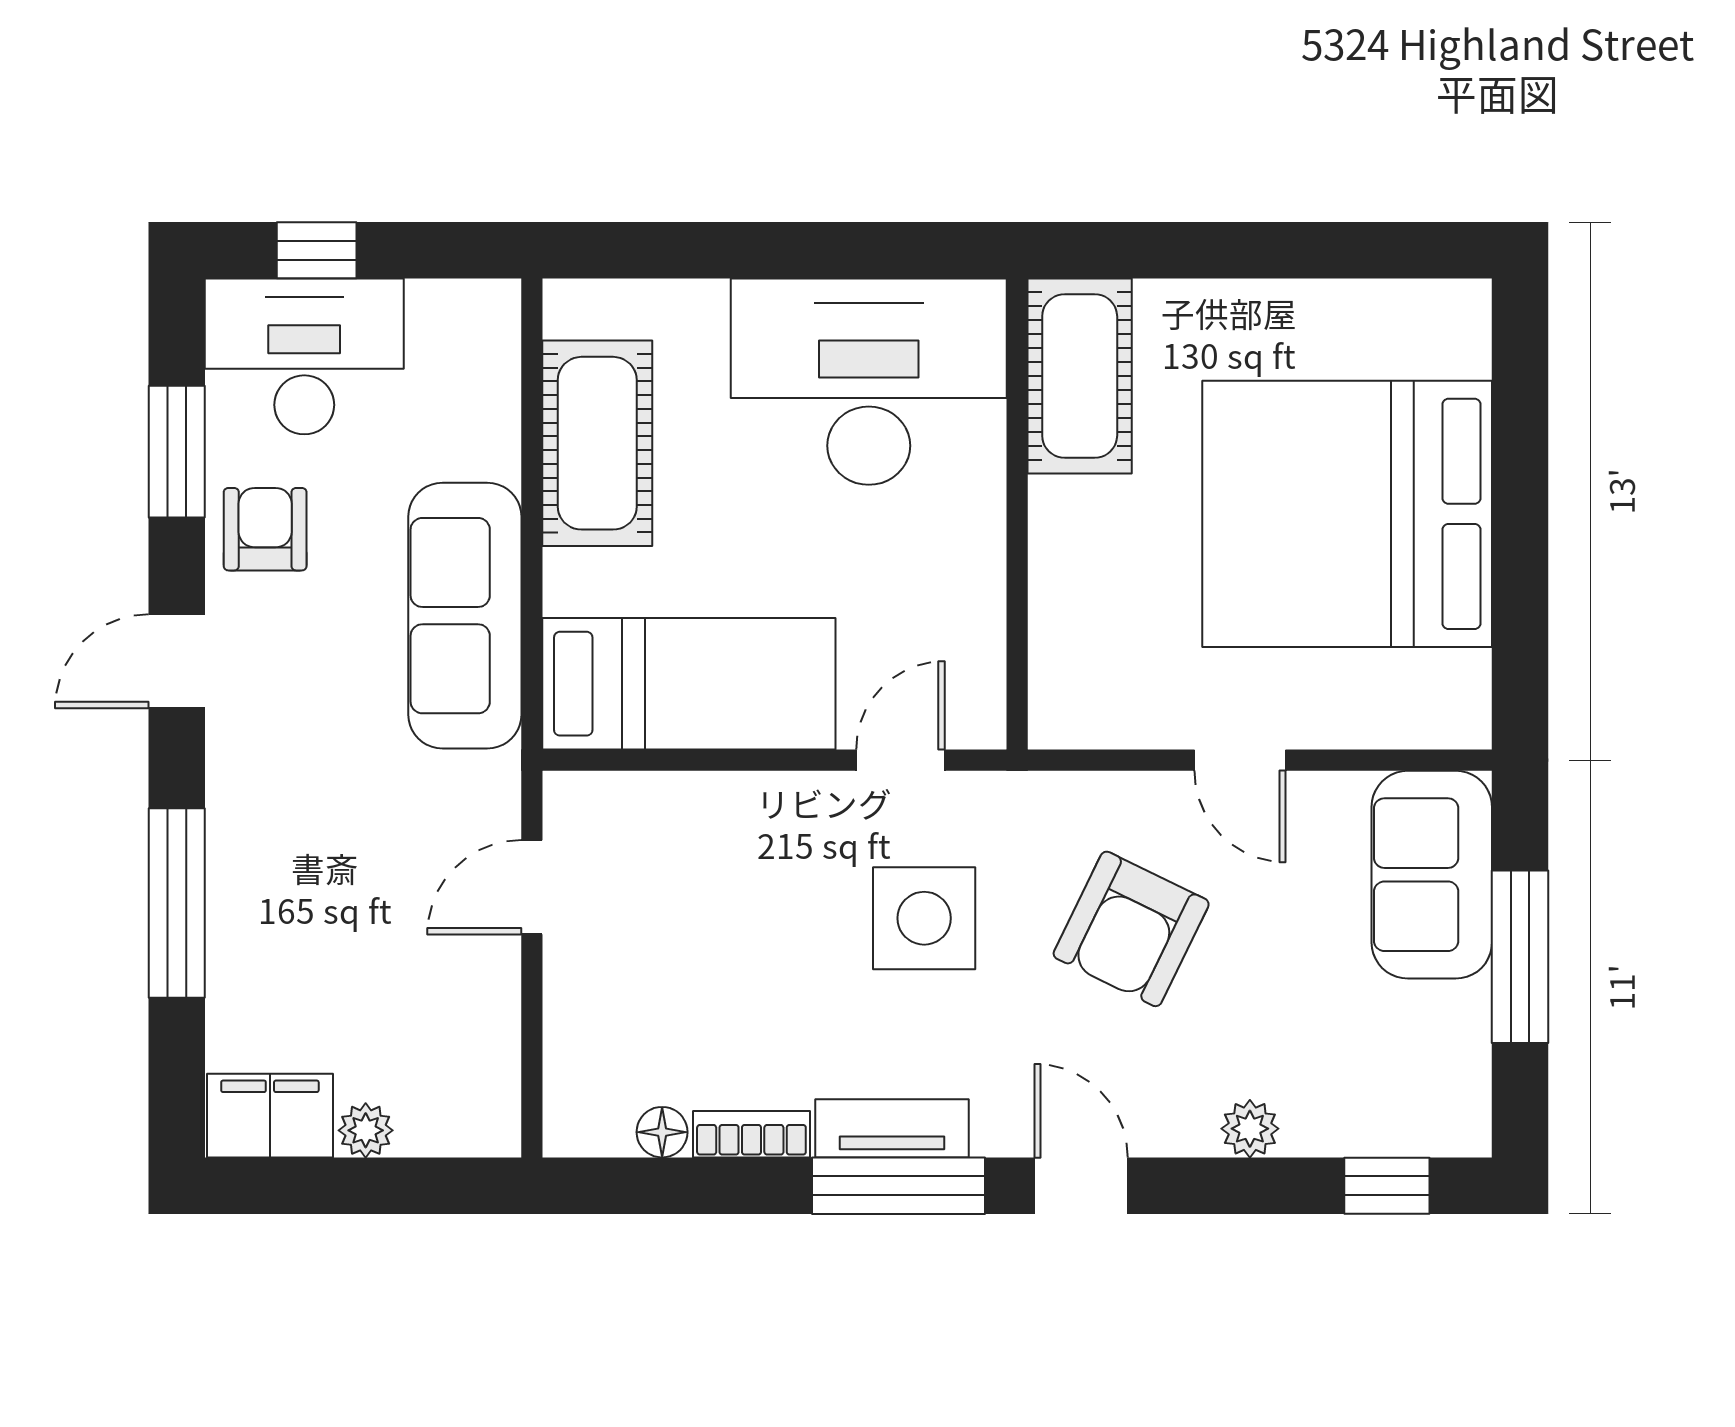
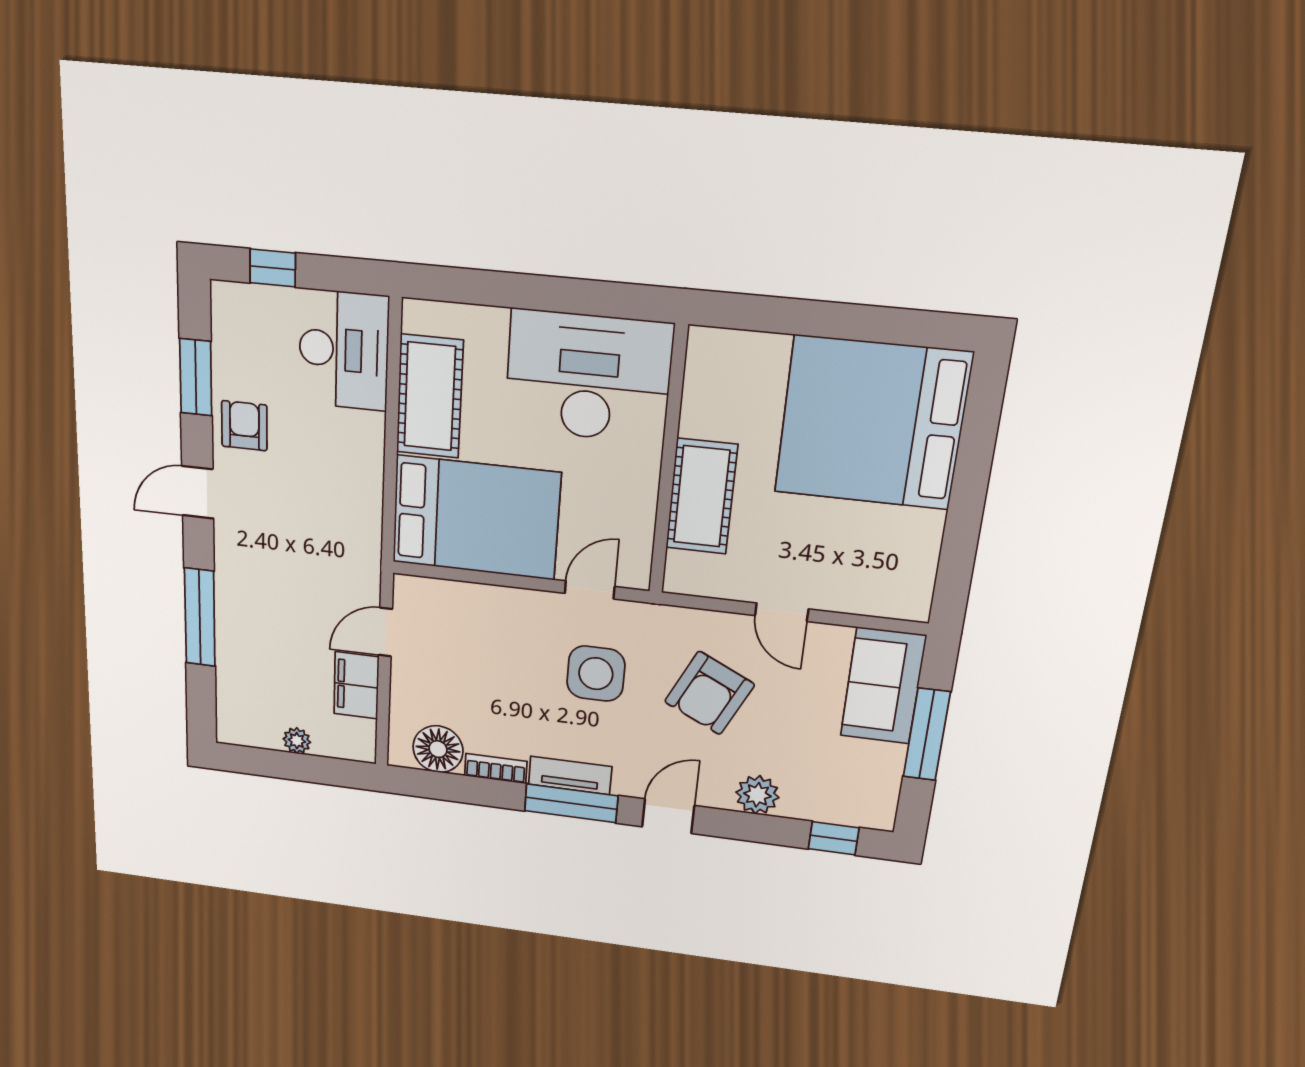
desk: (304, 356) -> (344, 350), moved, turned 90
cot: (1080, 376) -> (702, 496), moved
bed: (1347, 514) -> (872, 423), moved
sofa: (465, 616) -> (353, 485), removed
bed: (689, 684) -> (476, 518), width x1.50
filing cabinet: (270, 1116) -> (356, 685), moved, turned -90
plant: (1250, 1129) -> (757, 795), width x1.38, depth x1.38
floor lamp: (662, 1132) -> (438, 749), width x1.89, depth x1.89
door: (1081, 1186) -> (668, 816), hinge flipped

